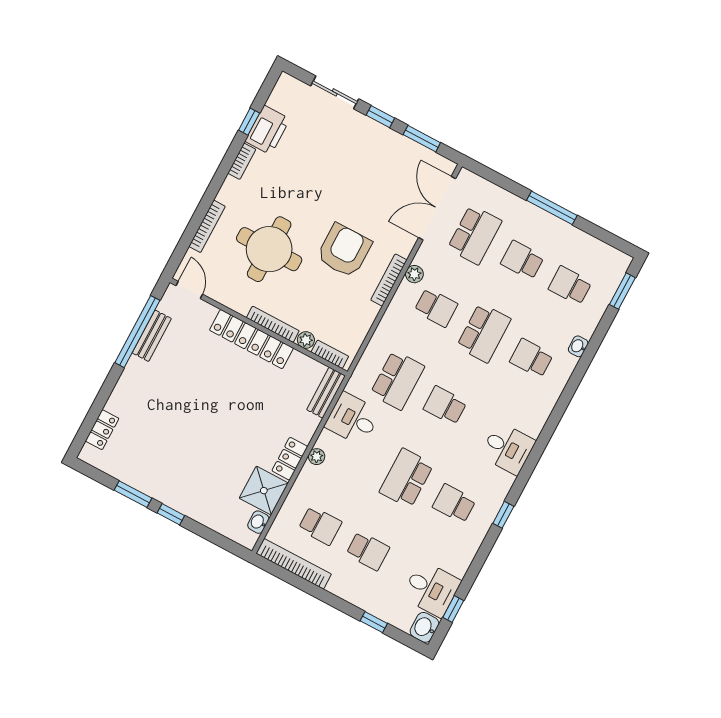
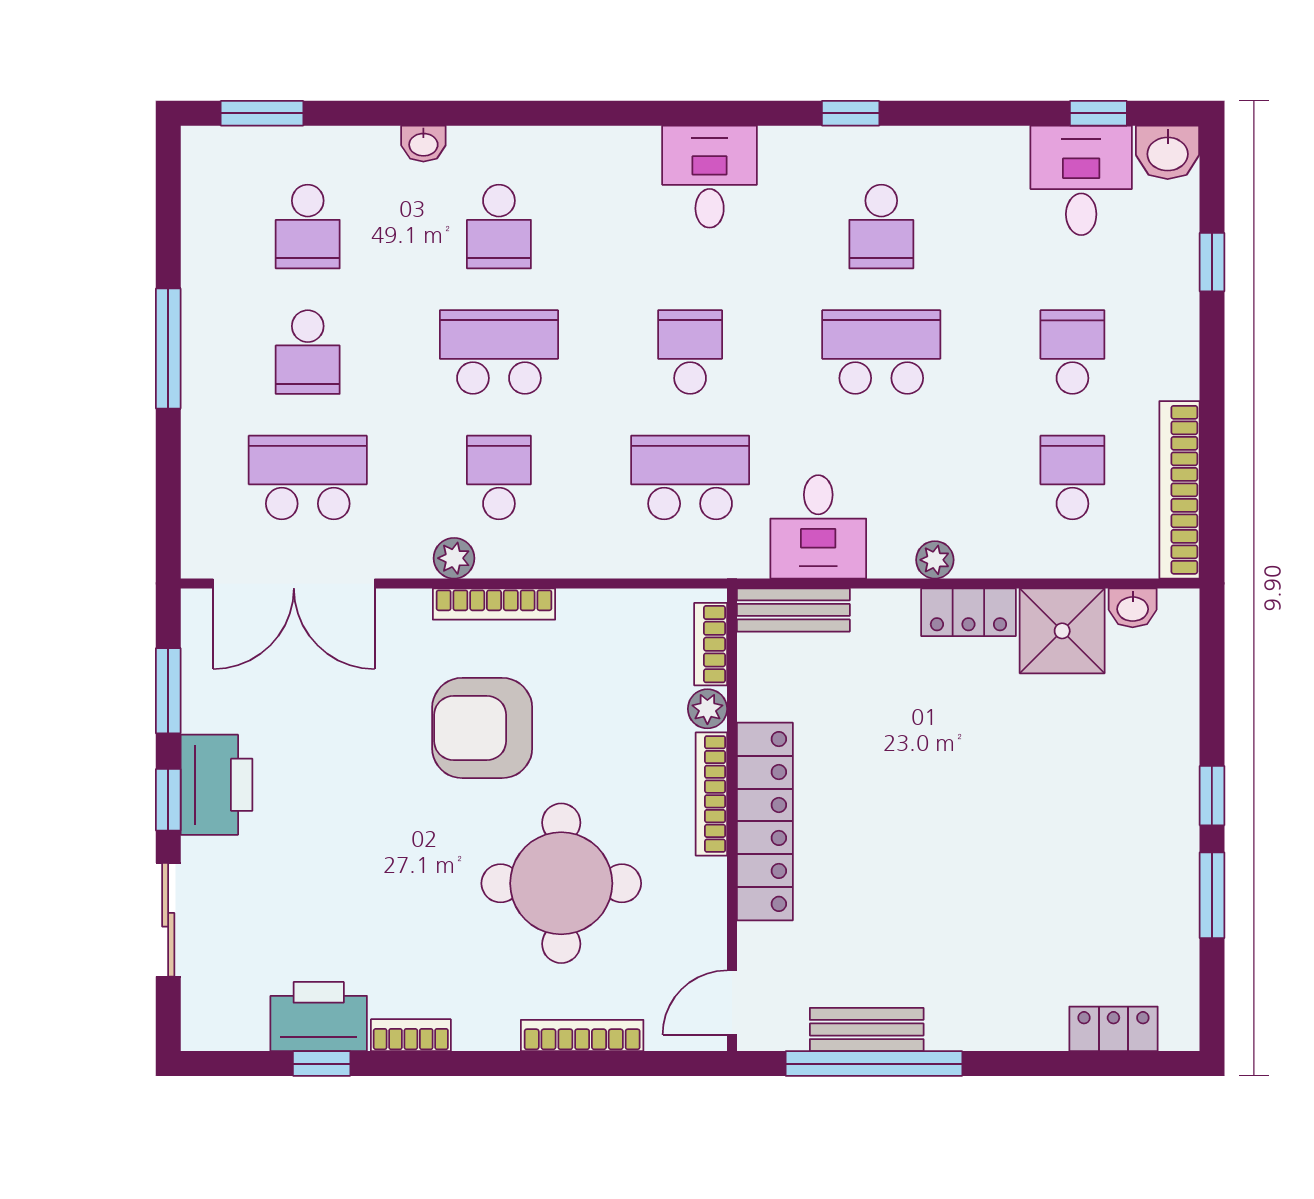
printer: (376, 138) -> (216, 785), added
school desk: (445, 406) -> (690, 352), turned 180
school desk: (406, 478) -> (881, 352), turned 180

